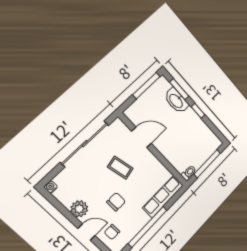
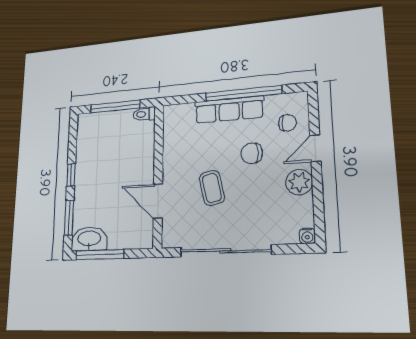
washbasin: (176, 101) -> (89, 239), moved, turned -90
row of seats: (163, 197) -> (229, 110), moved
door: (86, 232) -> (315, 148), hinge flipped

